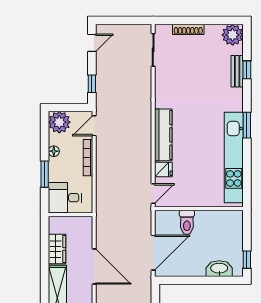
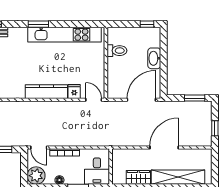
toilet: (187, 222) -> (117, 51), moved
door: (153, 253) -> (141, 100), hinge flipped
door: (94, 266) -> (164, 147), moved
washbasin: (219, 269) -> (154, 58), moved

